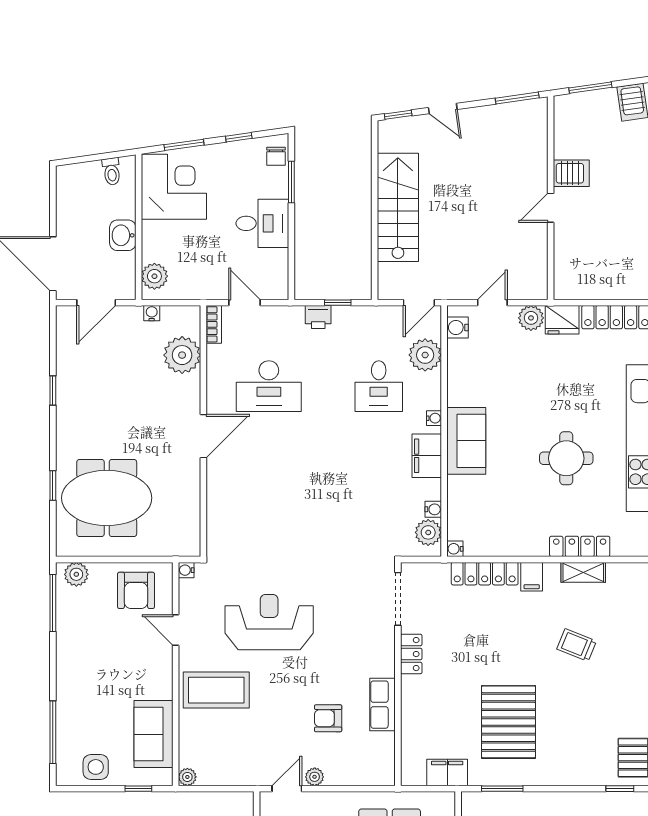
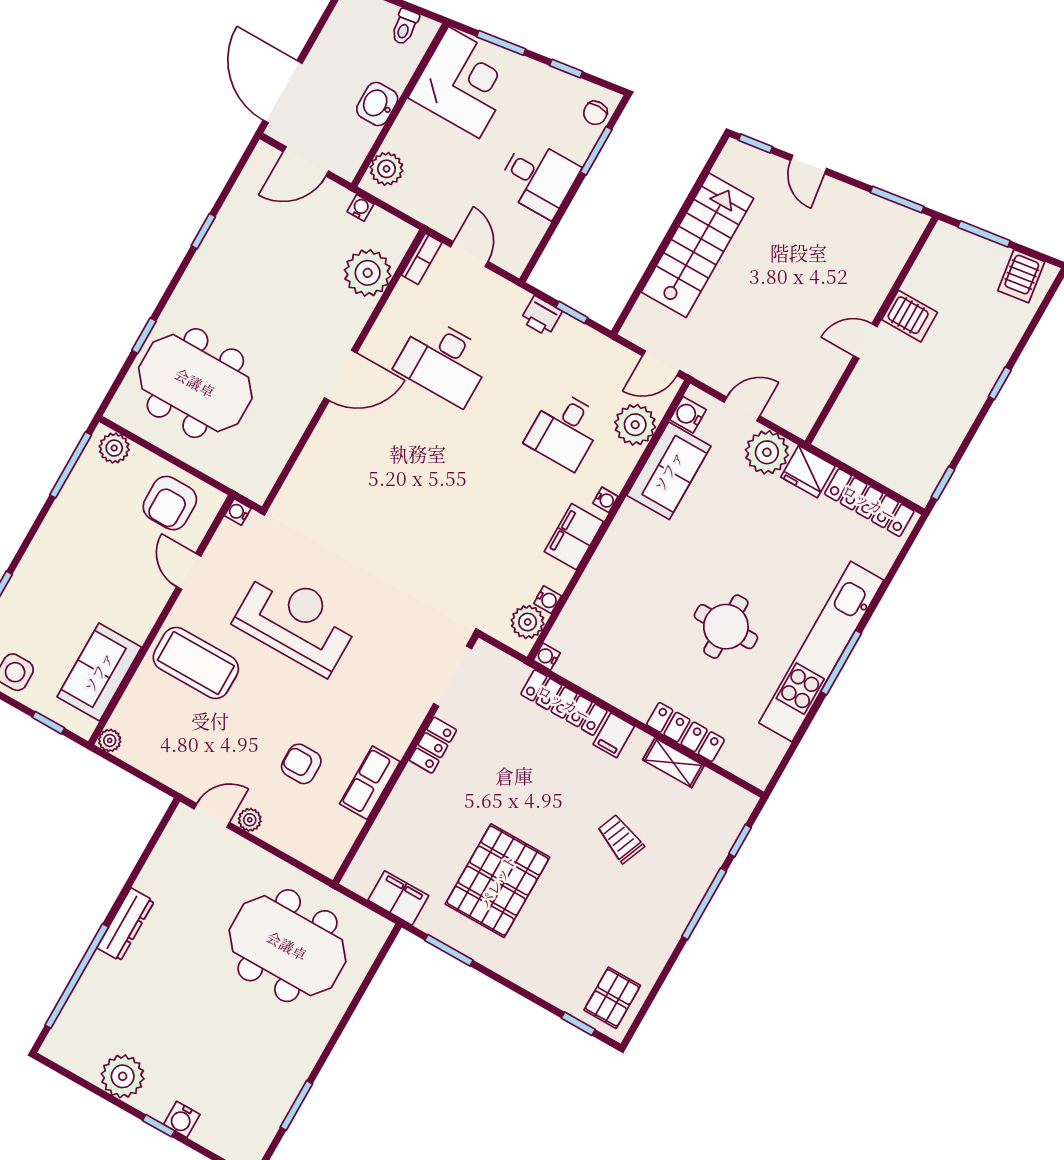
plant: (531, 318) -> (767, 452), width x1.36, depth x1.36
sofa: (466, 441) -> (669, 471), moved

